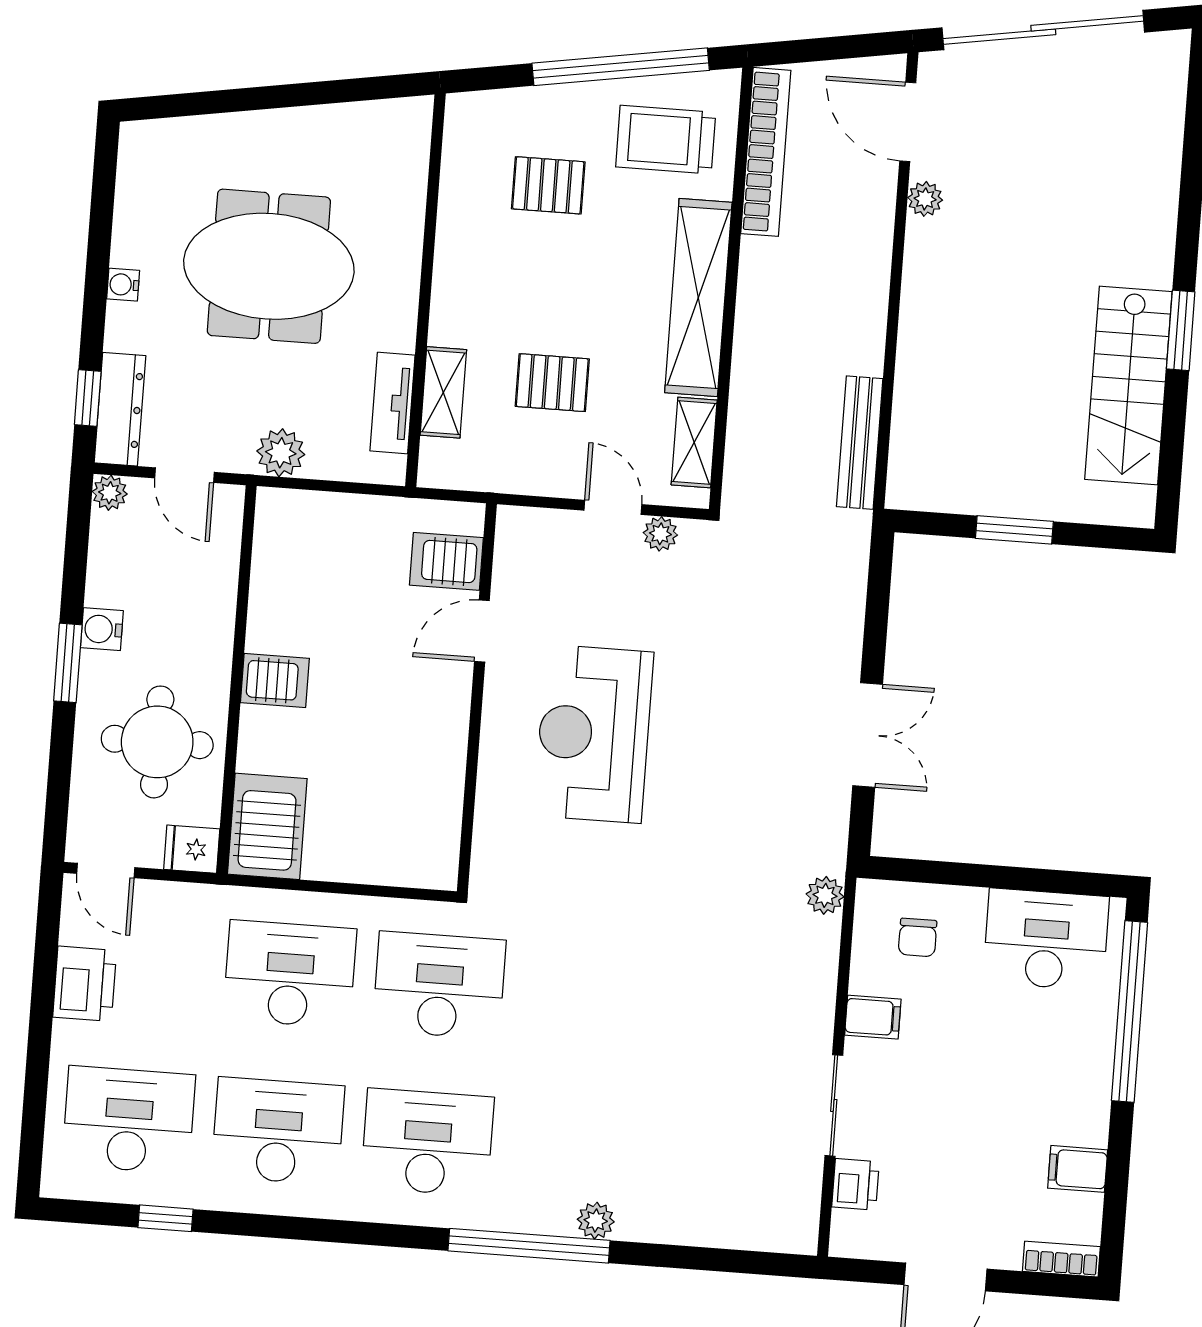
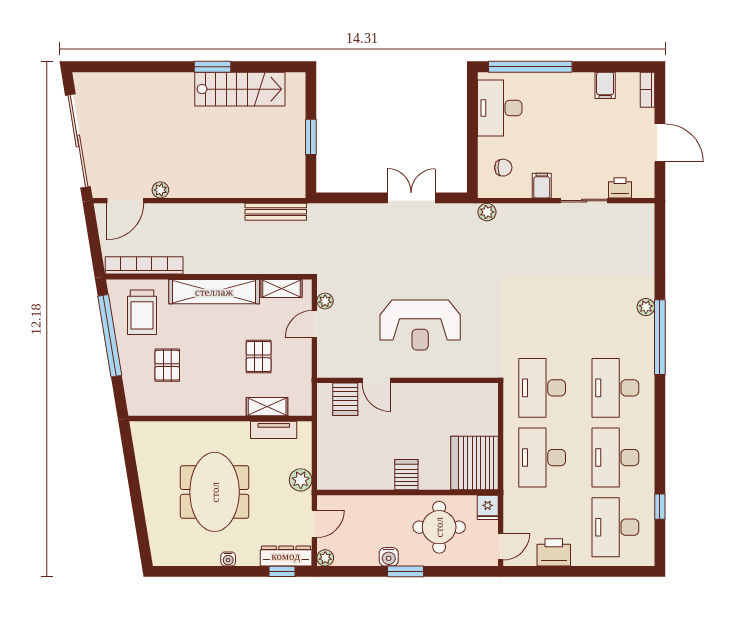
server rack: (267, 826) -> (474, 463), width x1.60

